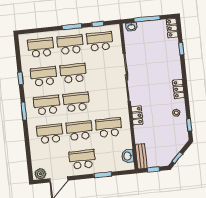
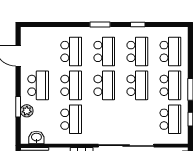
plant: (40, 174) -> (27, 111), moved

